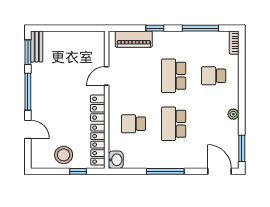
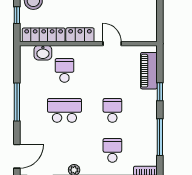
school desk: (174, 76) -> (112, 110), width x0.54
washbasin: (116, 160) -> (43, 53), moved

